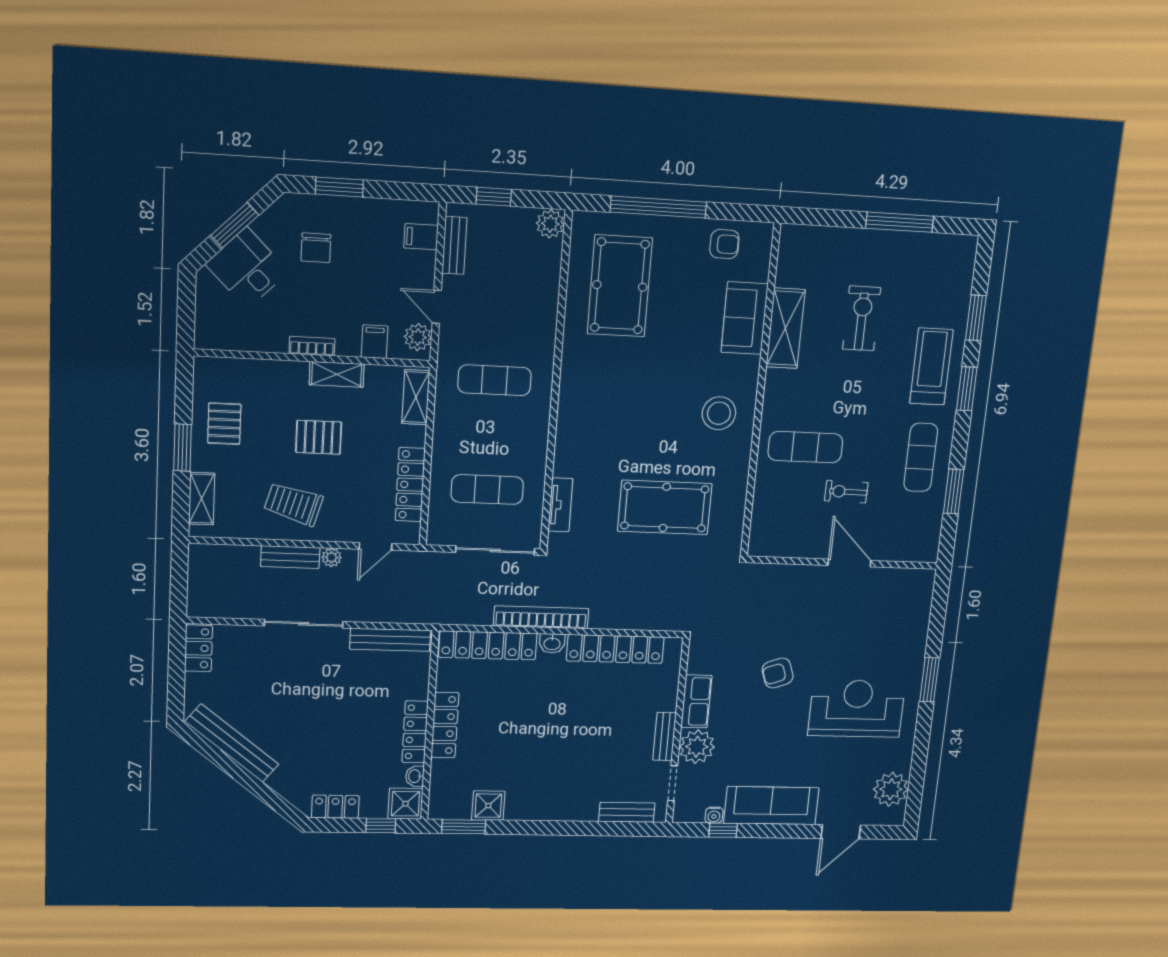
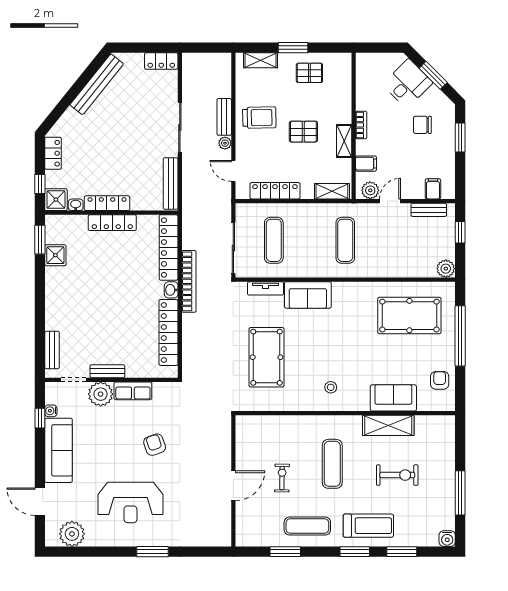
armchair: (724, 244) -> (440, 380), turned 180
water cooler: (965, 247) -> (447, 539), added
stool: (719, 413) -> (331, 387), width x0.53, depth x0.53
pallet: (319, 437) -> (303, 132), turned 90
sofa: (575, 441) -> (308, 295), added
exercise mat: (805, 447) -> (332, 464), moved
trolley: (293, 504) -> (259, 118), turned 73
reception desk: (857, 709) -> (130, 503), turned 90

